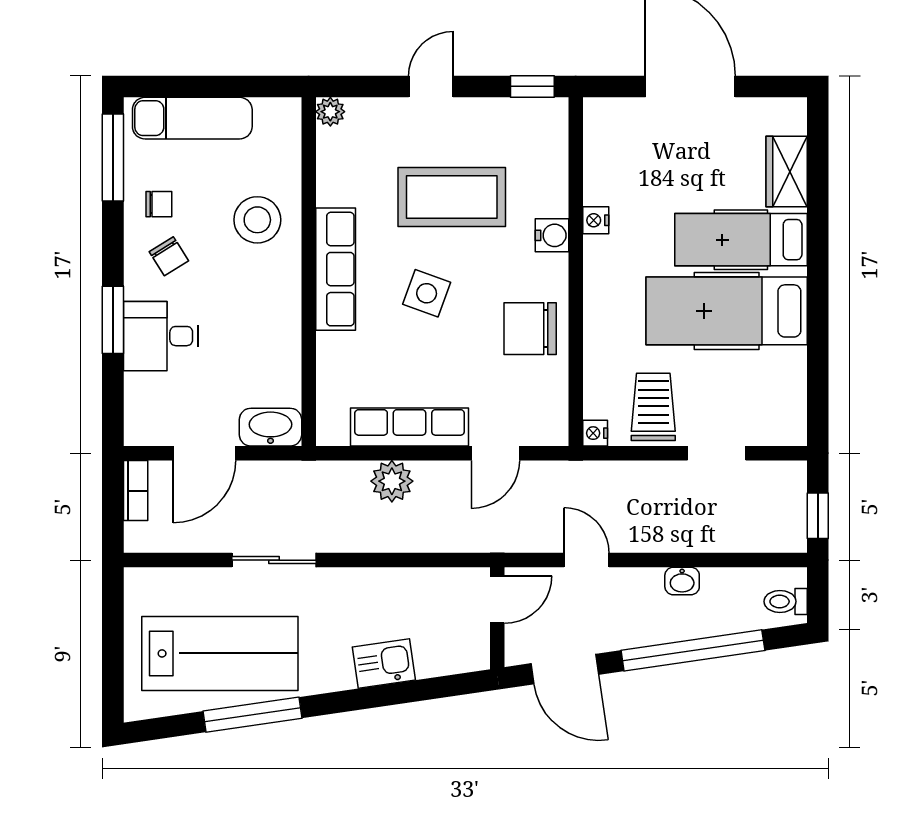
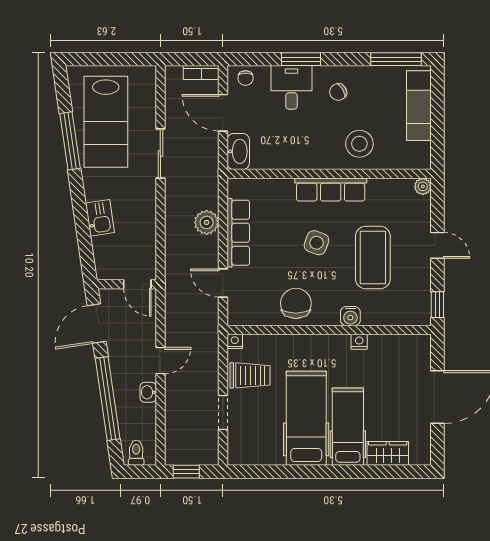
chair: (159, 204) -> (246, 78), moved
door: (587, 560) -> (160, 361), moved

